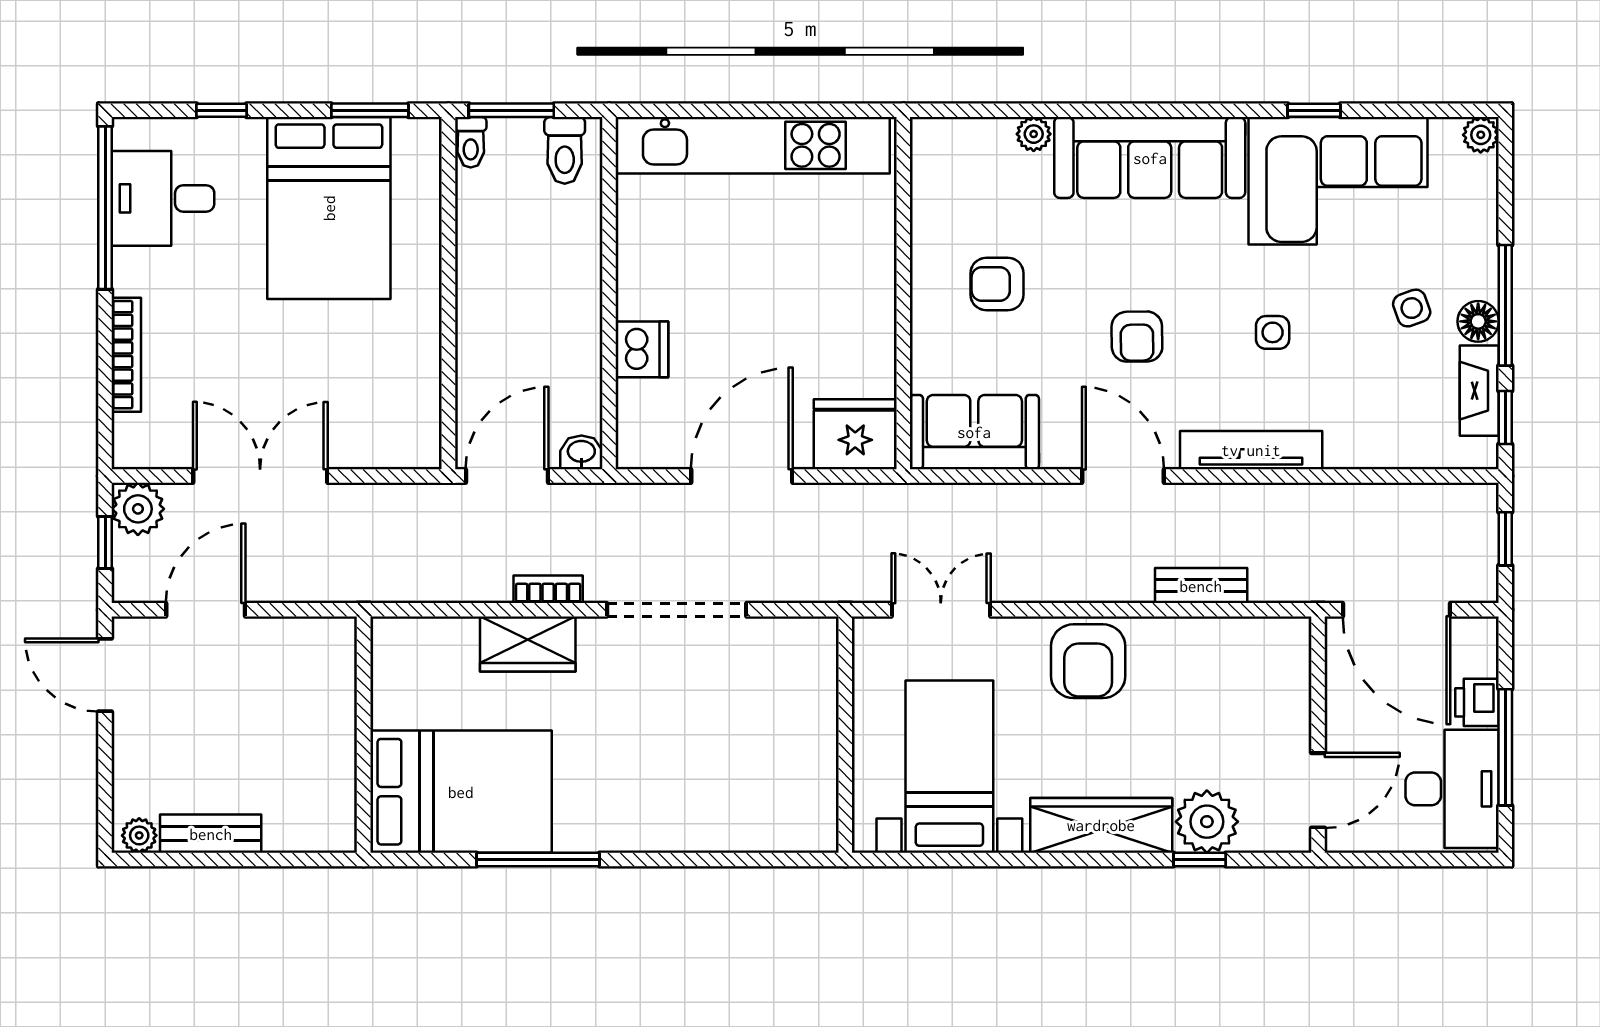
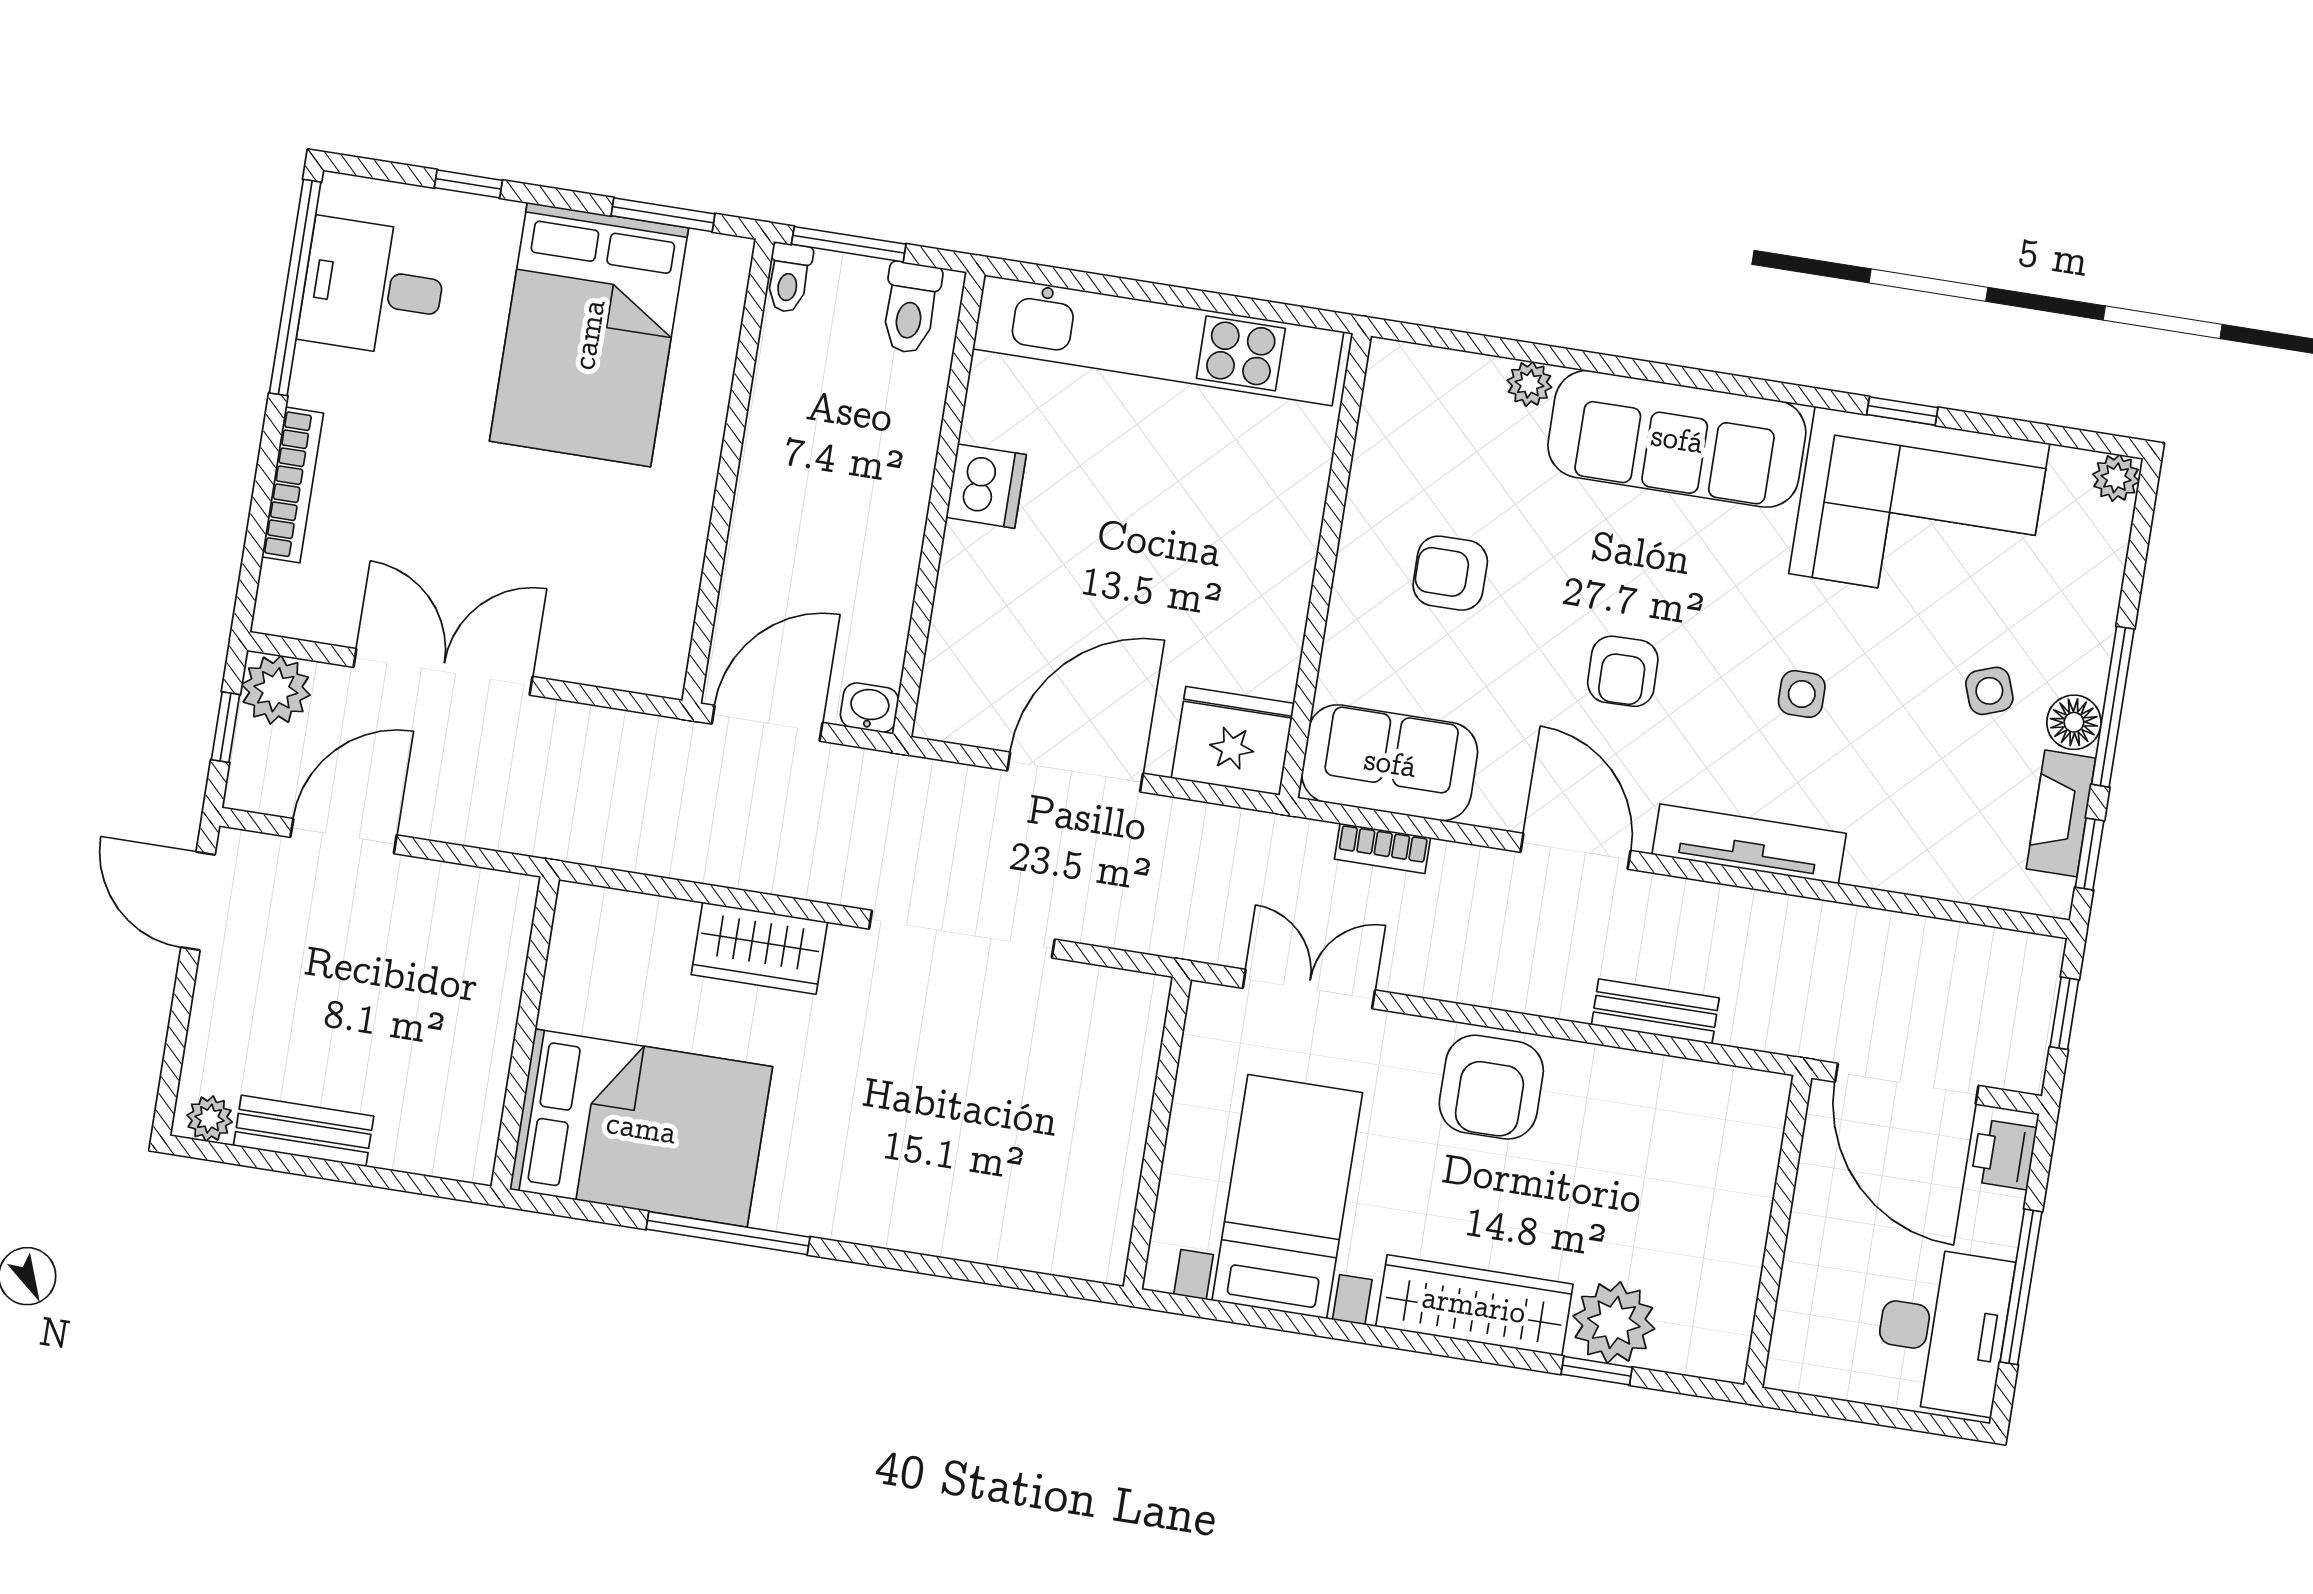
dishwasher: (642, 349) -> (986, 486), moved
bookcase: (548, 589) -> (1383, 848), moved, turned 180
printer: (1477, 702) -> (2004, 1154), moved
door: (1318, 790) -> (1766, 1305), removed

